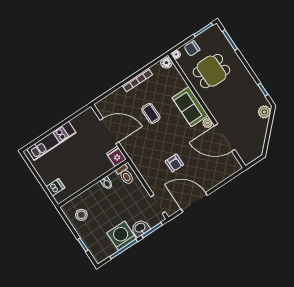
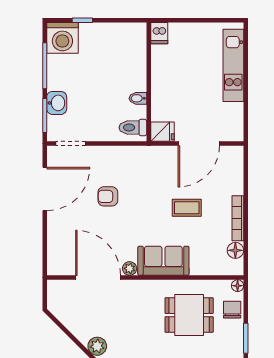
floor lamp: (166, 63) -> (235, 250), moved
dining table: (211, 71) -> (189, 315), turned 90
door: (225, 138) -> (98, 278), hinge flipped
dishwasher: (55, 187) -> (159, 33), moved
stool: (81, 215) -> (120, 42), removed
washing machine: (122, 236) -> (62, 38), moved, turned 90

